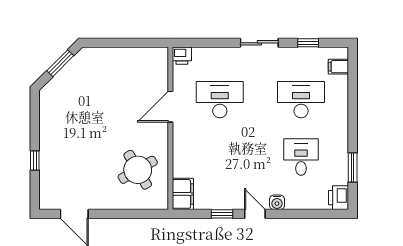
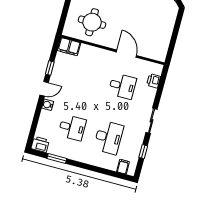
printer: (182, 56) -> (154, 81), moved
desk: (220, 100) -> (122, 86), width x0.73
round table: (138, 170) -> (92, 22), turned 30

